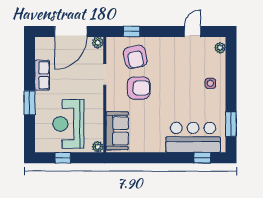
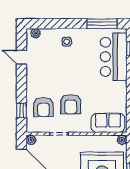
armchair: (135, 57) -> (43, 107), turned 101
armchair: (139, 88) -> (71, 104), turned 180
window: (231, 124) -> (102, 24), width x1.44

